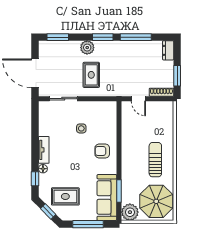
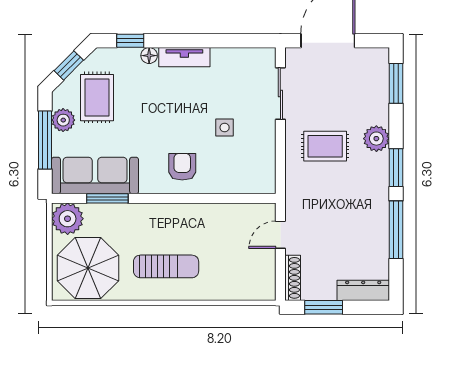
dresser: (168, 50) -> (363, 290), width x1.44
plant: (77, 214) -> (63, 120), added

